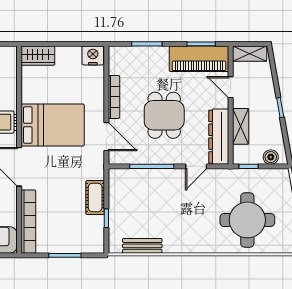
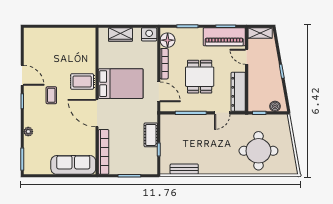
wardrobe: (38, 56) -> (120, 35), moved
floor lamp: (119, 64) -> (168, 40), added
shelving: (241, 126) -> (254, 85), removed

